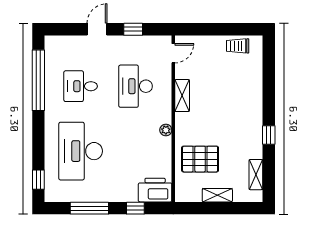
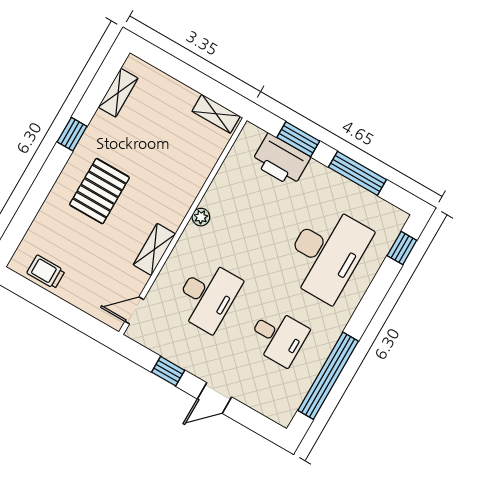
trolley: (238, 46) -> (46, 272), turned 180
pallet: (200, 159) -> (99, 191), moved, turned 90
printer: (155, 190) -> (281, 160), moved
shelving: (217, 195) -> (216, 114), moved
window: (135, 208) -> (298, 139), width x1.50

